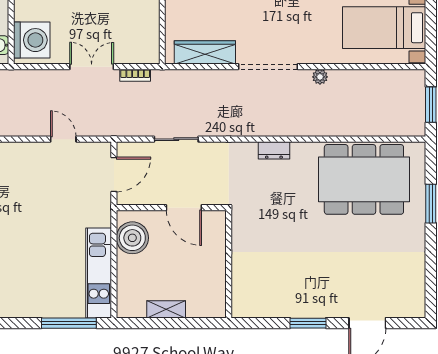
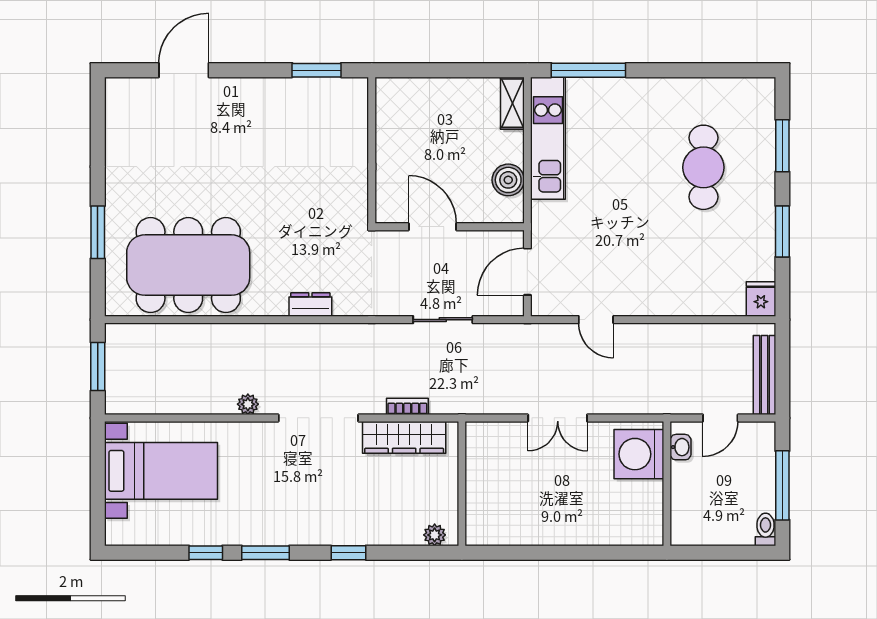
bookcase: (135, 75) -> (407, 406), moved
boiler: (132, 238) -> (508, 180), width x0.73, depth x0.73
shelving: (166, 309) -> (512, 103), moved, turned 90
window: (308, 323) -> (317, 70), moved

